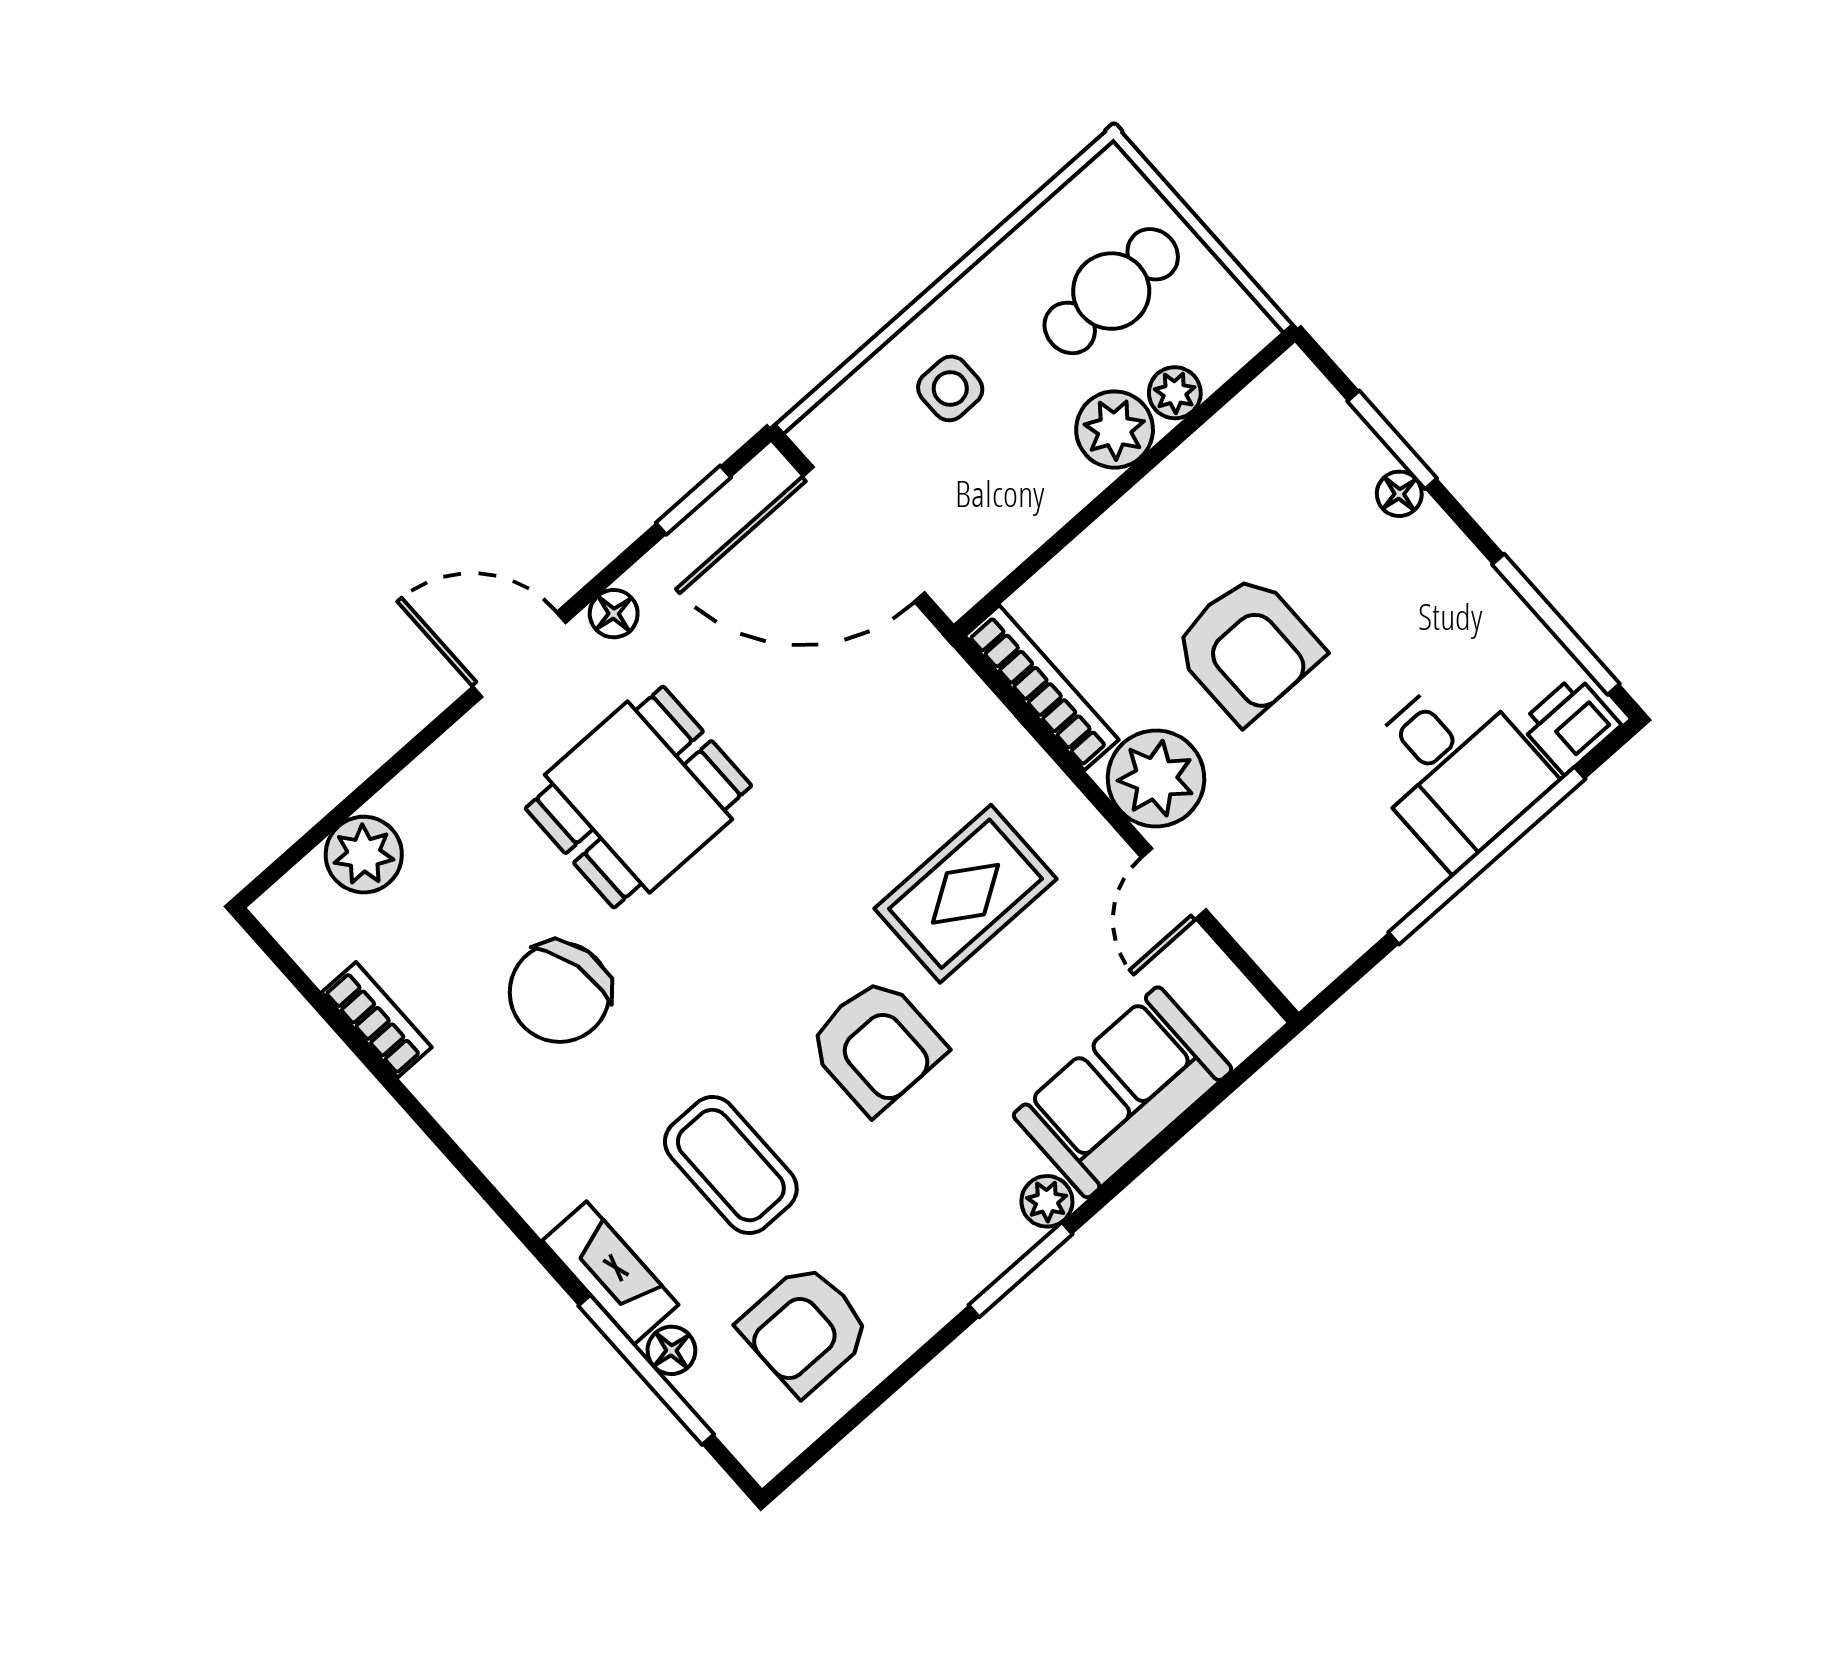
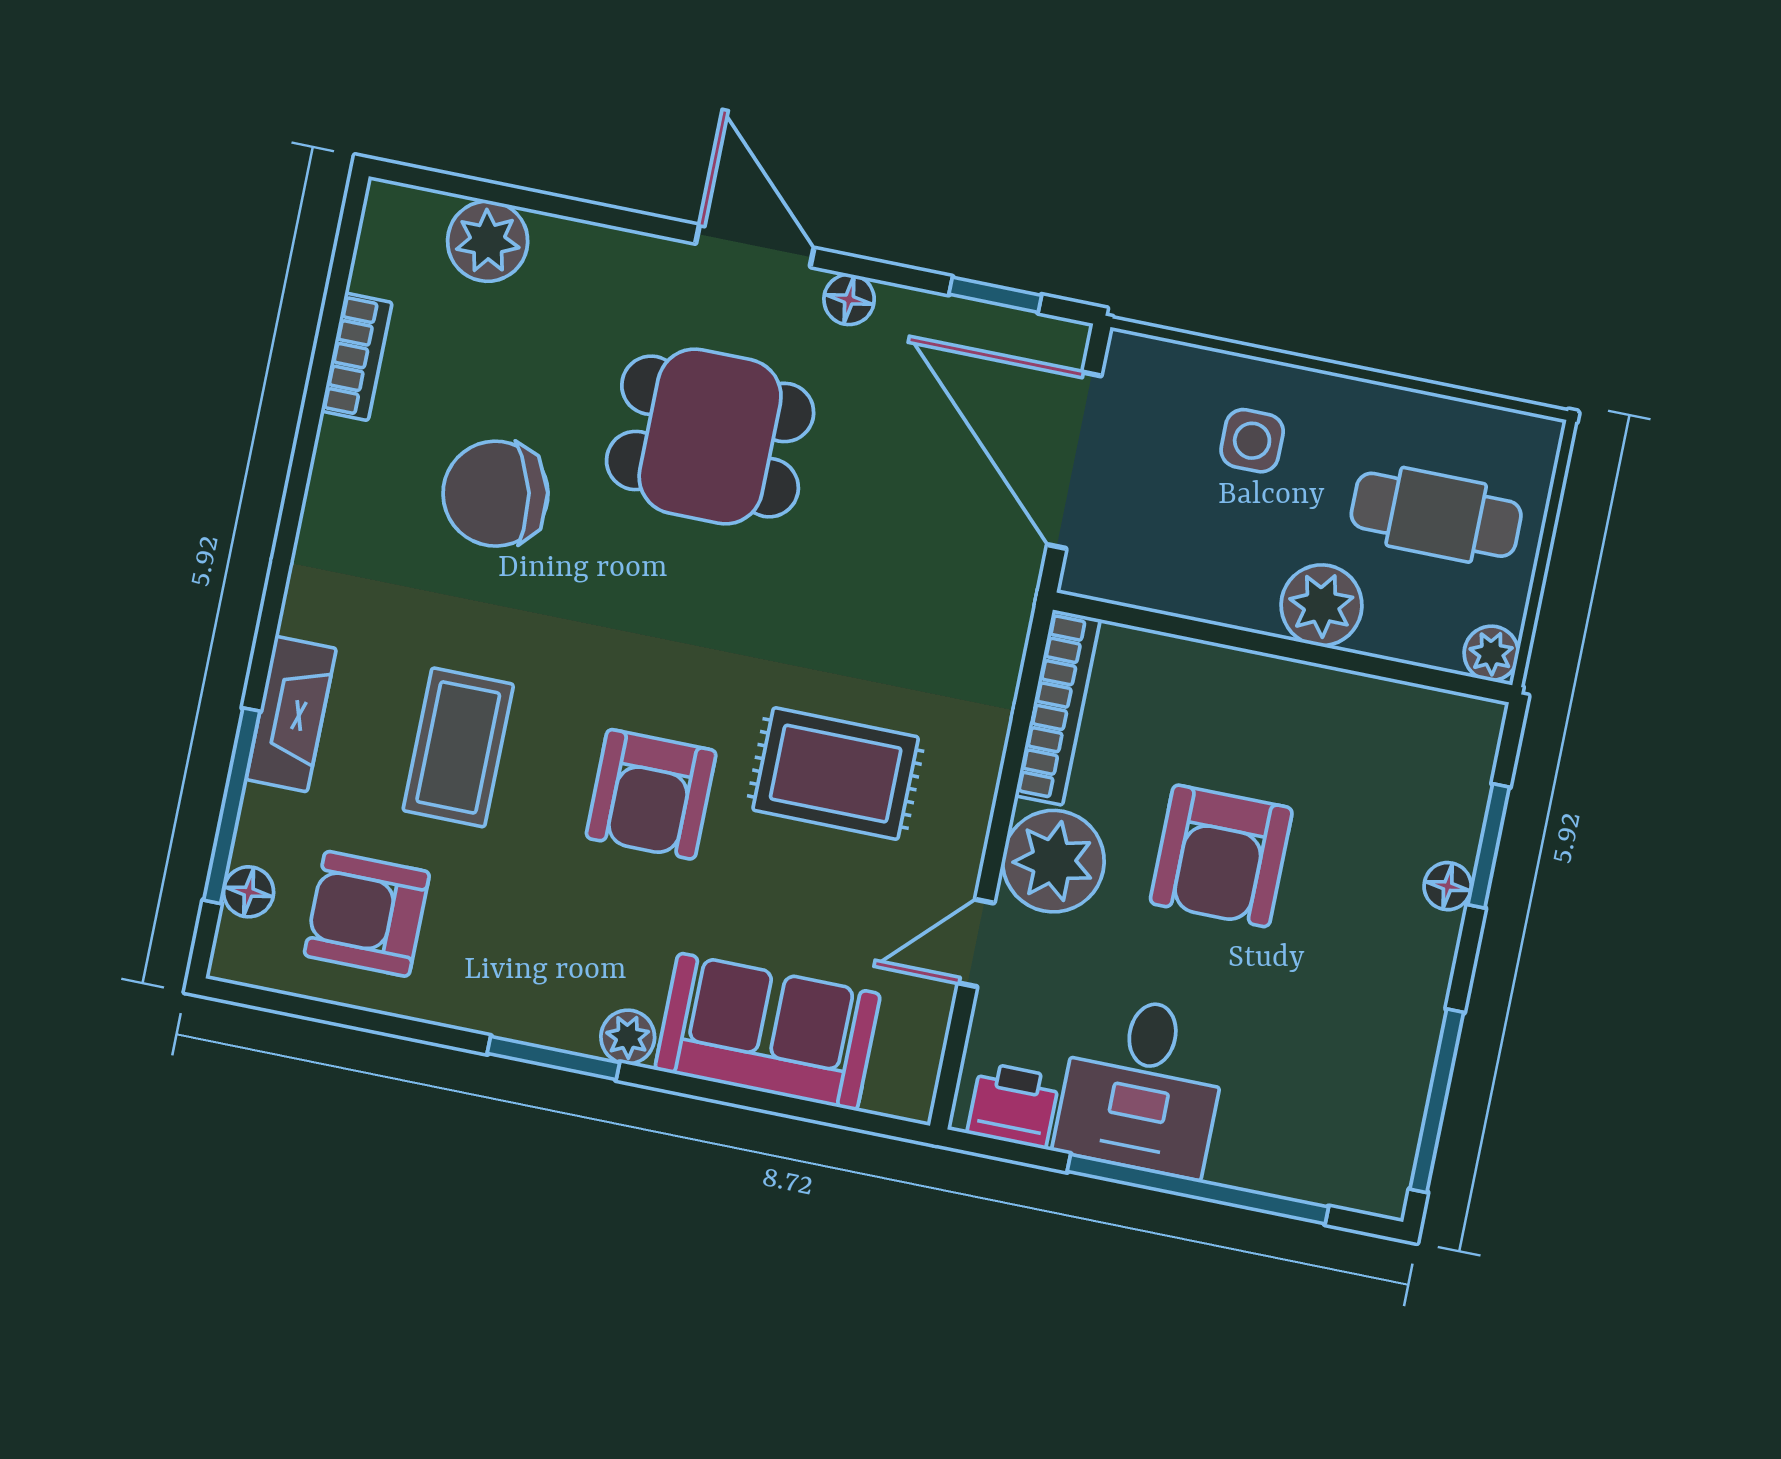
plant: (1175, 393) -> (1491, 653), moved
printer: (1570, 724) -> (1013, 1105), moved
desk: (1455, 769) -> (1142, 1085), moved
floor lamp: (671, 1350) -> (249, 892), moved

